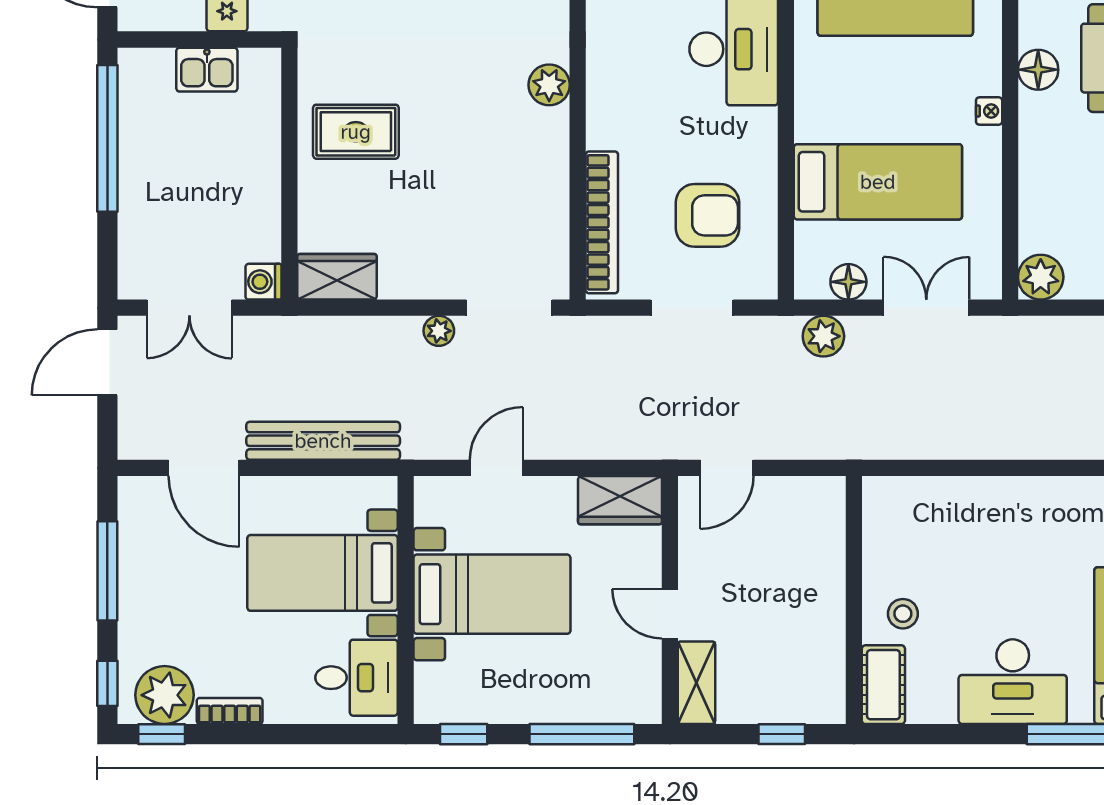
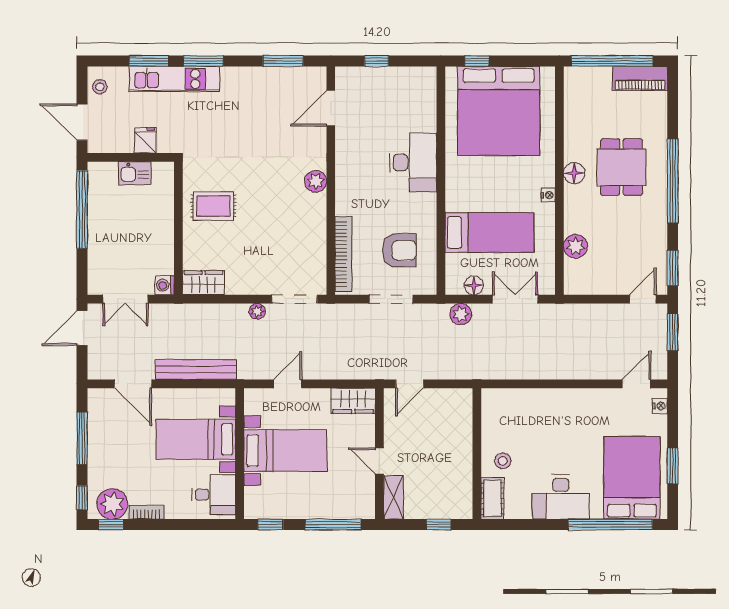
plant: (1041, 277) -> (576, 246), moved

